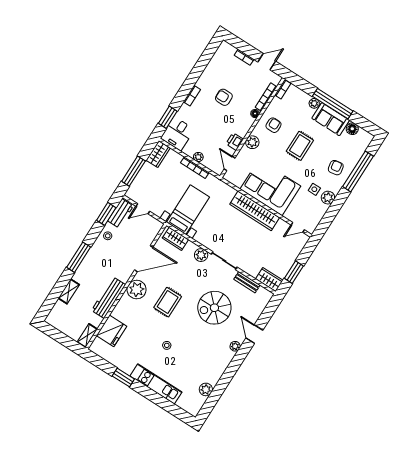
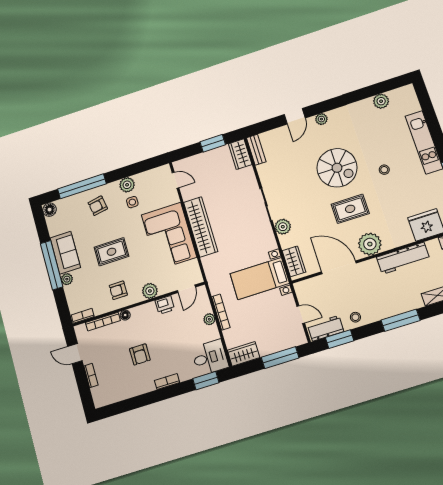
floor lamp: (352, 129) -> (50, 210), moved
bench: (247, 282) -> (256, 150), moved
spiral stairs: (214, 308) -> (337, 168), moved

